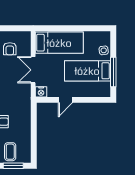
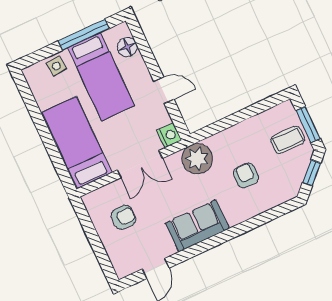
floor lamp: (96, 91) -> (127, 47), added
plant: (22, 101) -> (197, 159), added

